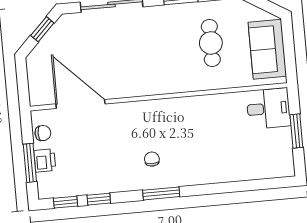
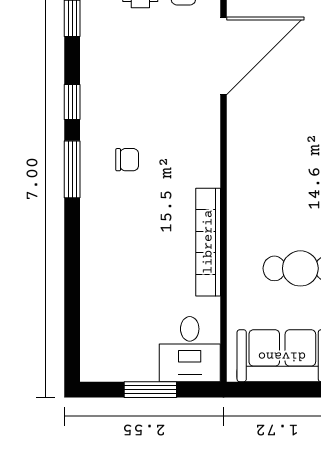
bookcase: (199, 103) -> (208, 242), added
window: (99, 199) -> (72, 102), moved

